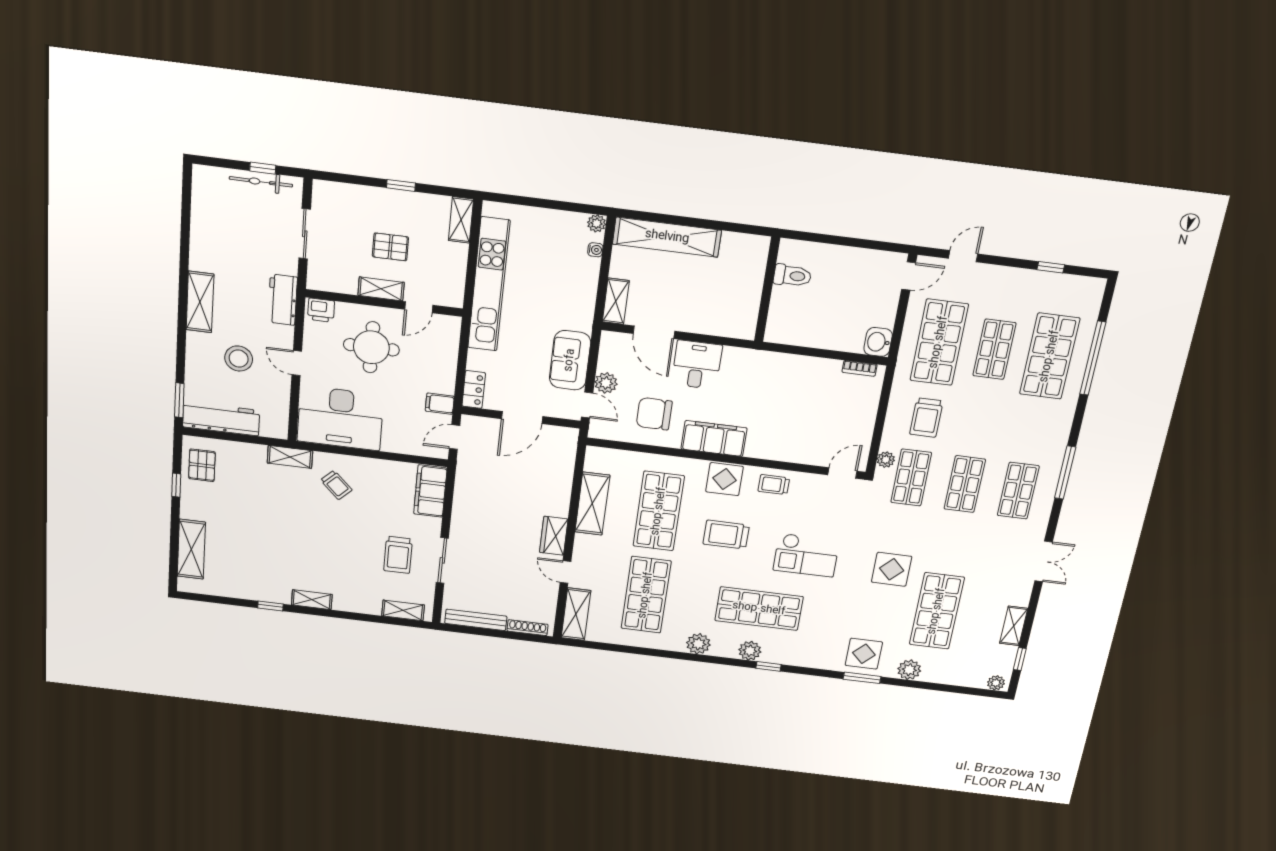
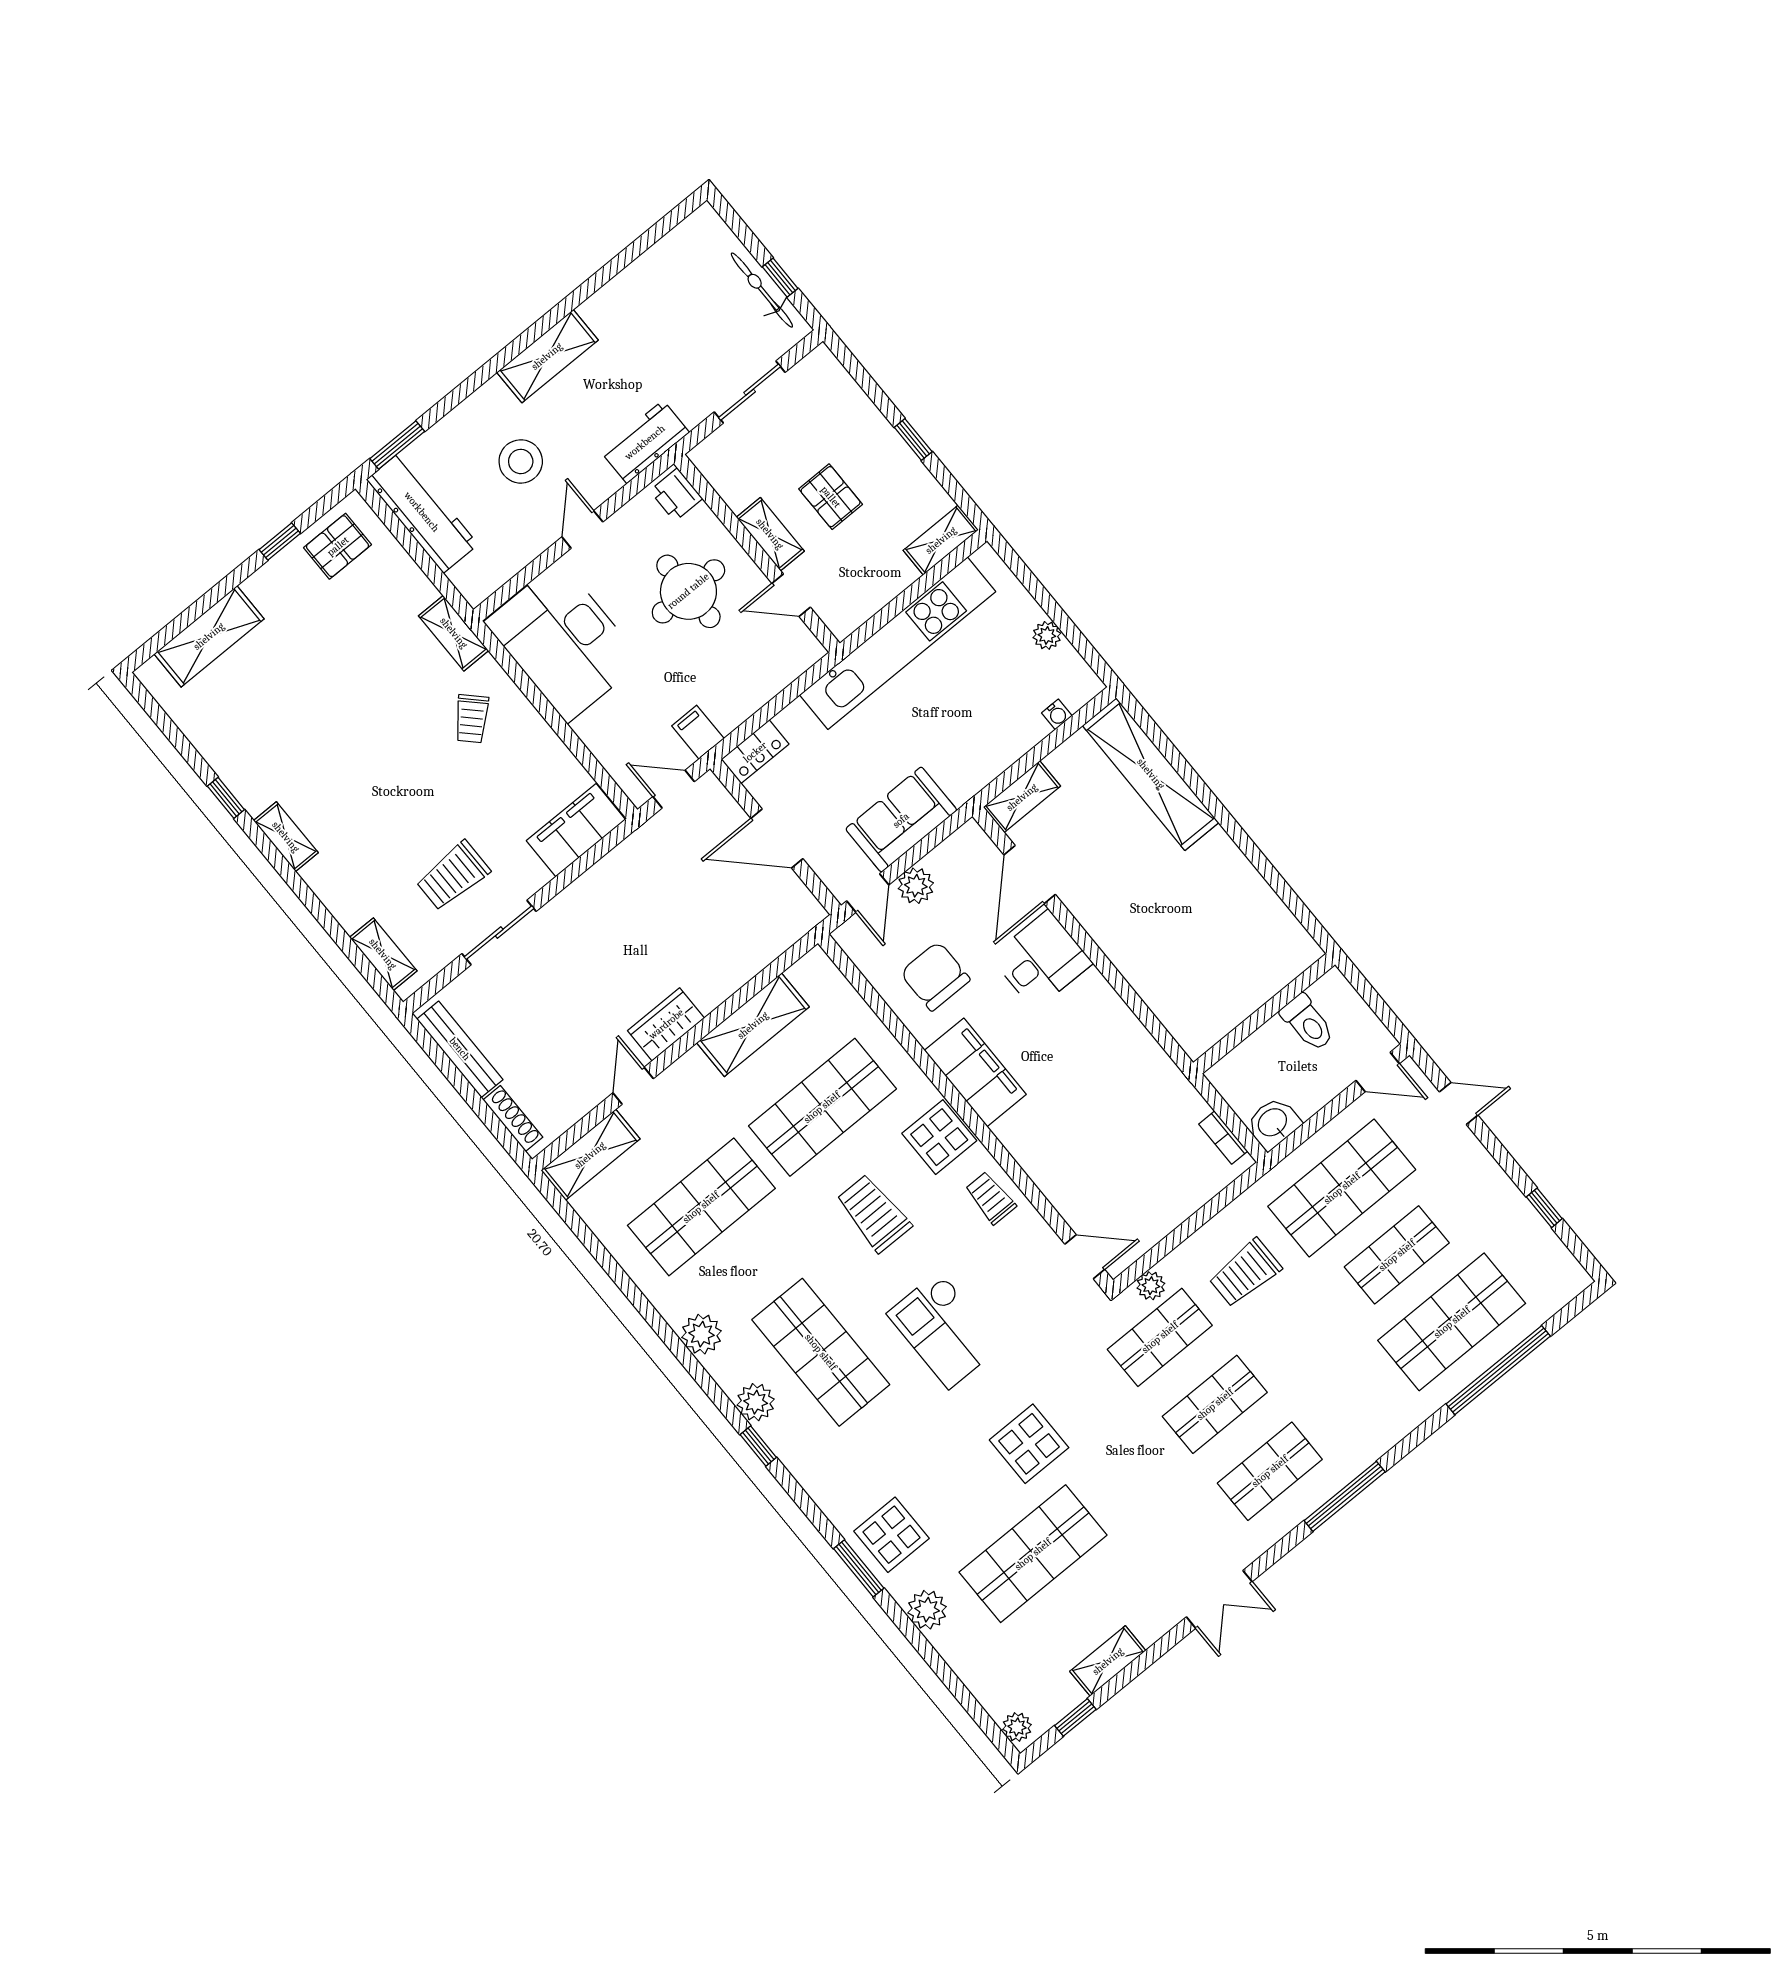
plant: (597, 223) -> (1047, 635), moved
toilet: (792, 276) -> (1308, 1023), moved
wall: (767, 290) -> (1264, 1014), moved

